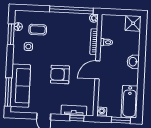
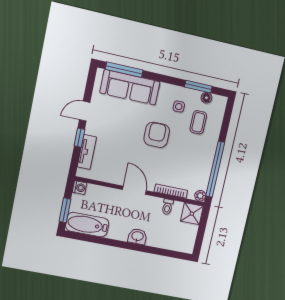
shower: (133, 23) -> (192, 214), moved
armchair: (60, 75) -> (157, 135), moved
window: (77, 118) -> (79, 138), moved

